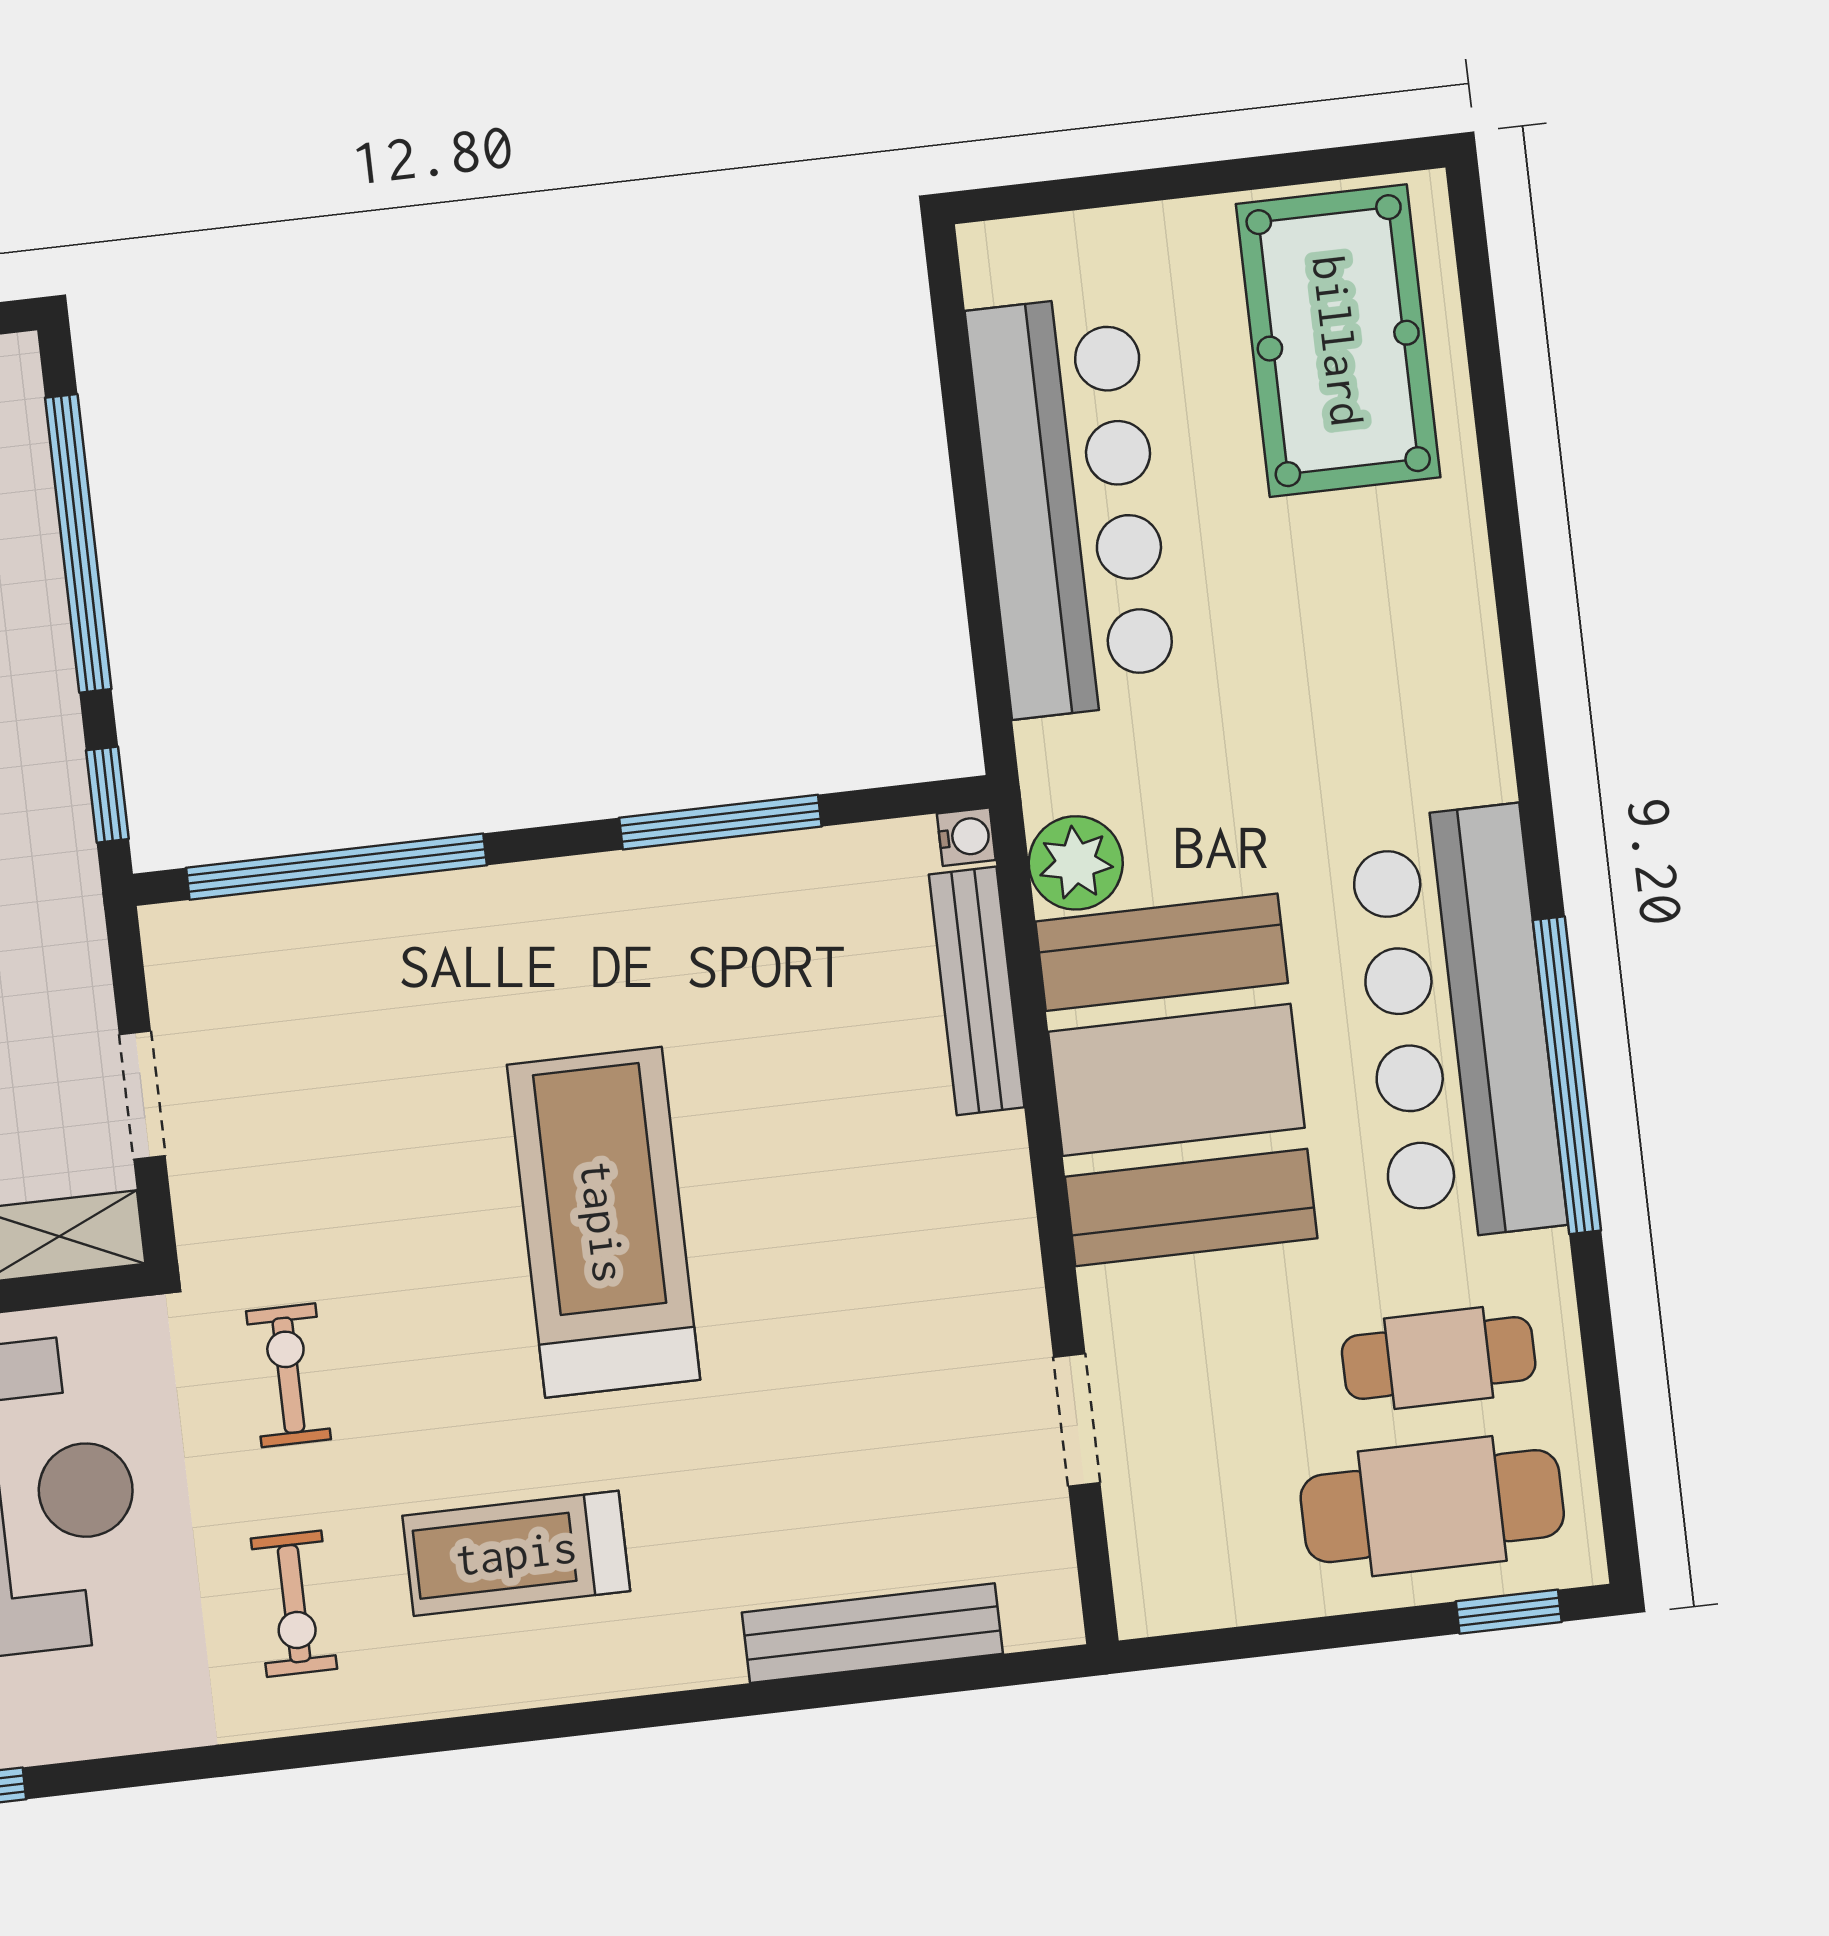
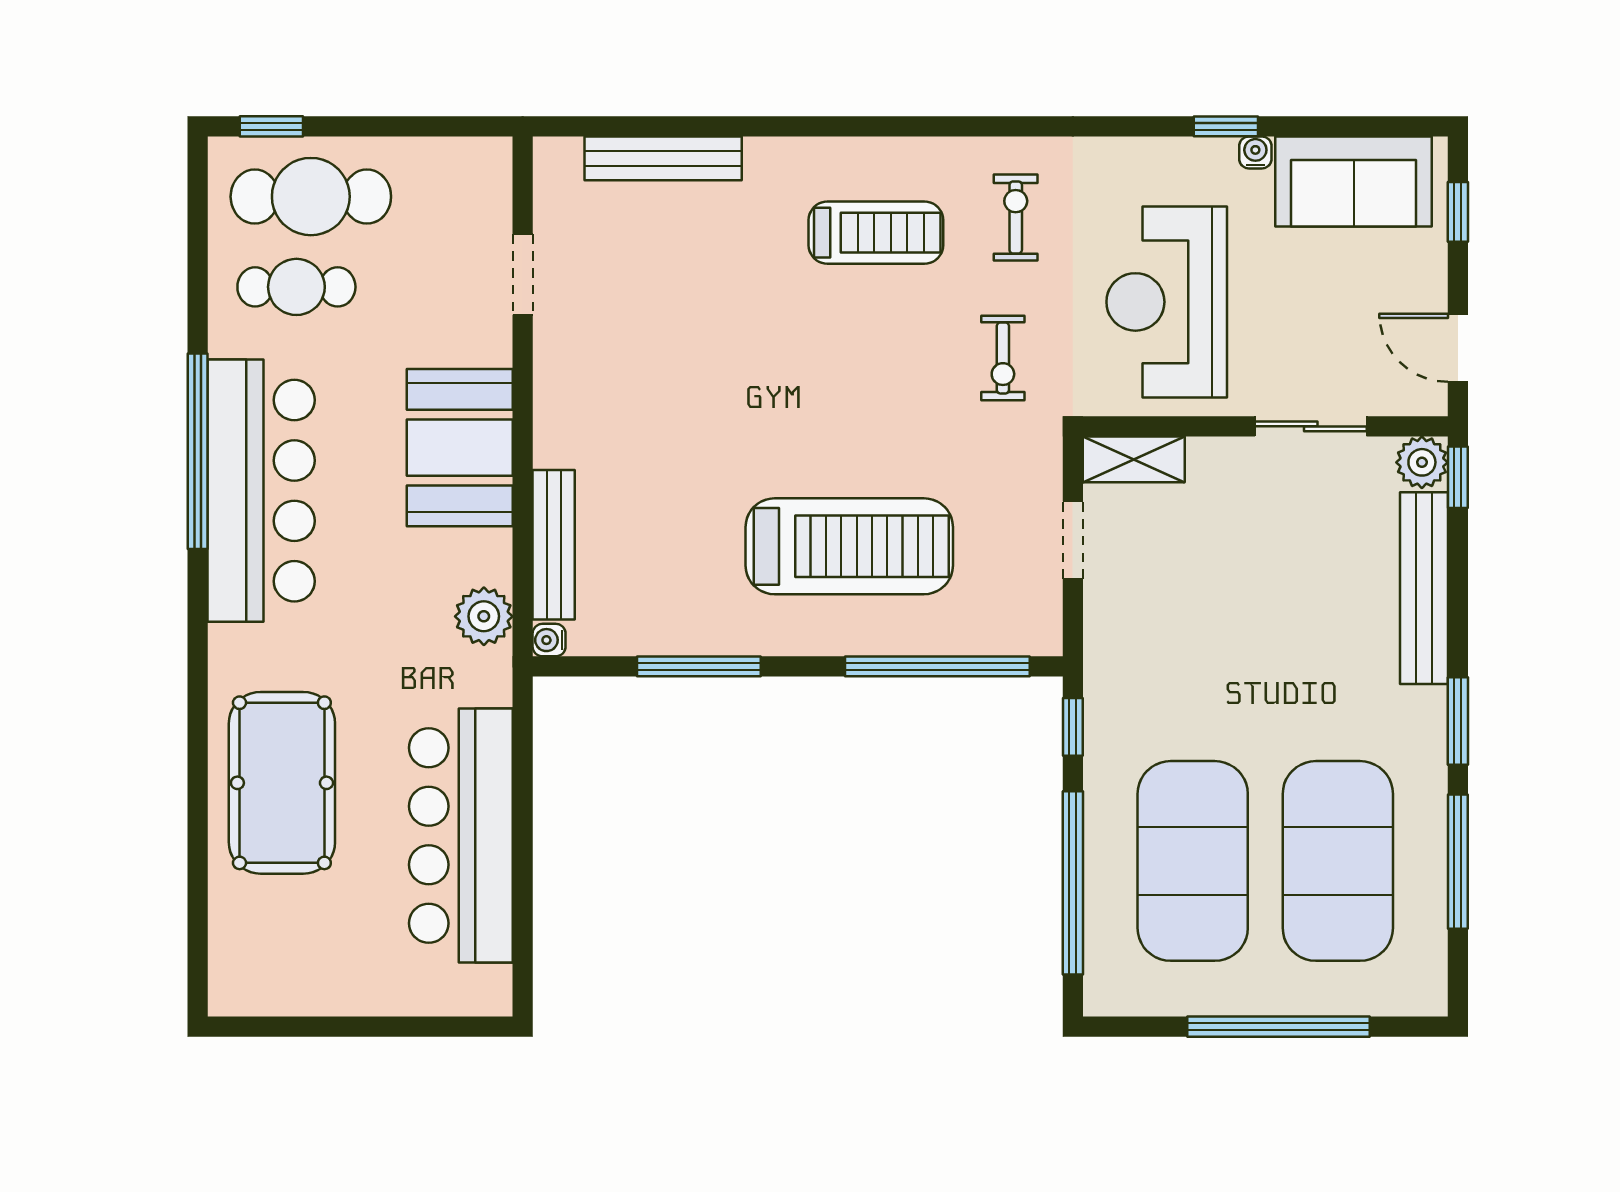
pool table: (1338, 341) -> (282, 783), moved
booth: (1176, 1080) -> (460, 448), width x0.73, depth x0.70
treadmill: (603, 1222) -> (849, 546), moved, turned -90

